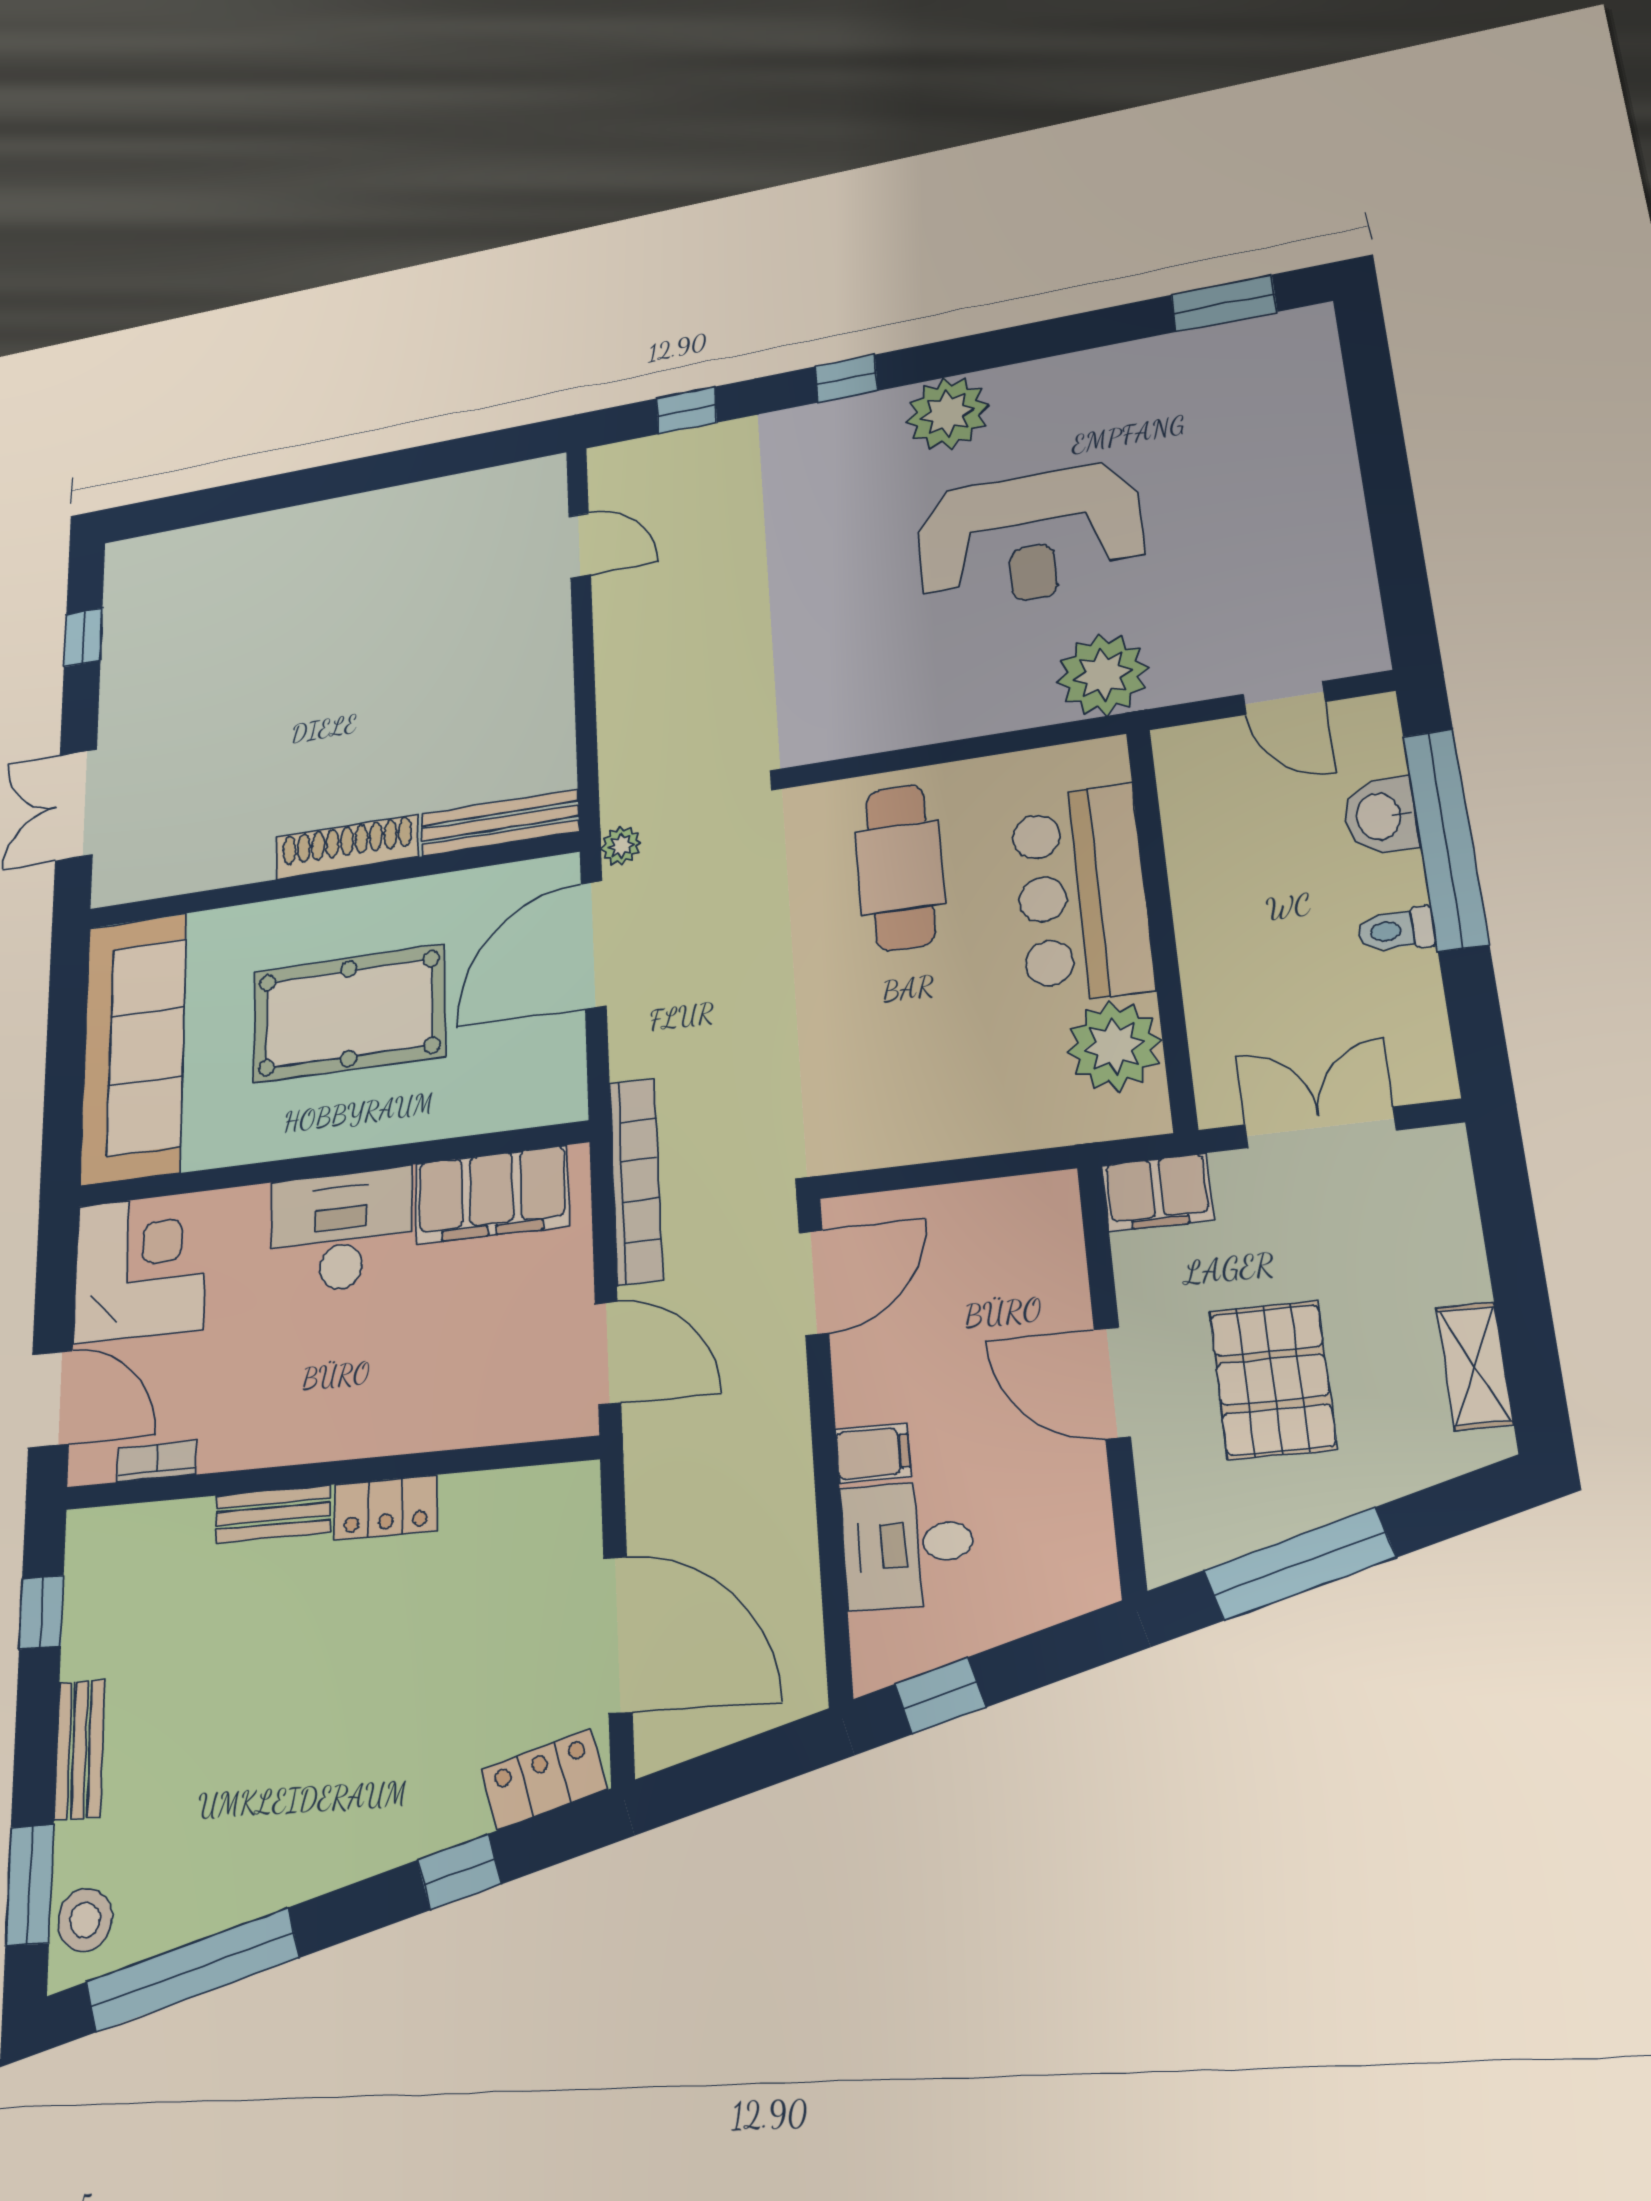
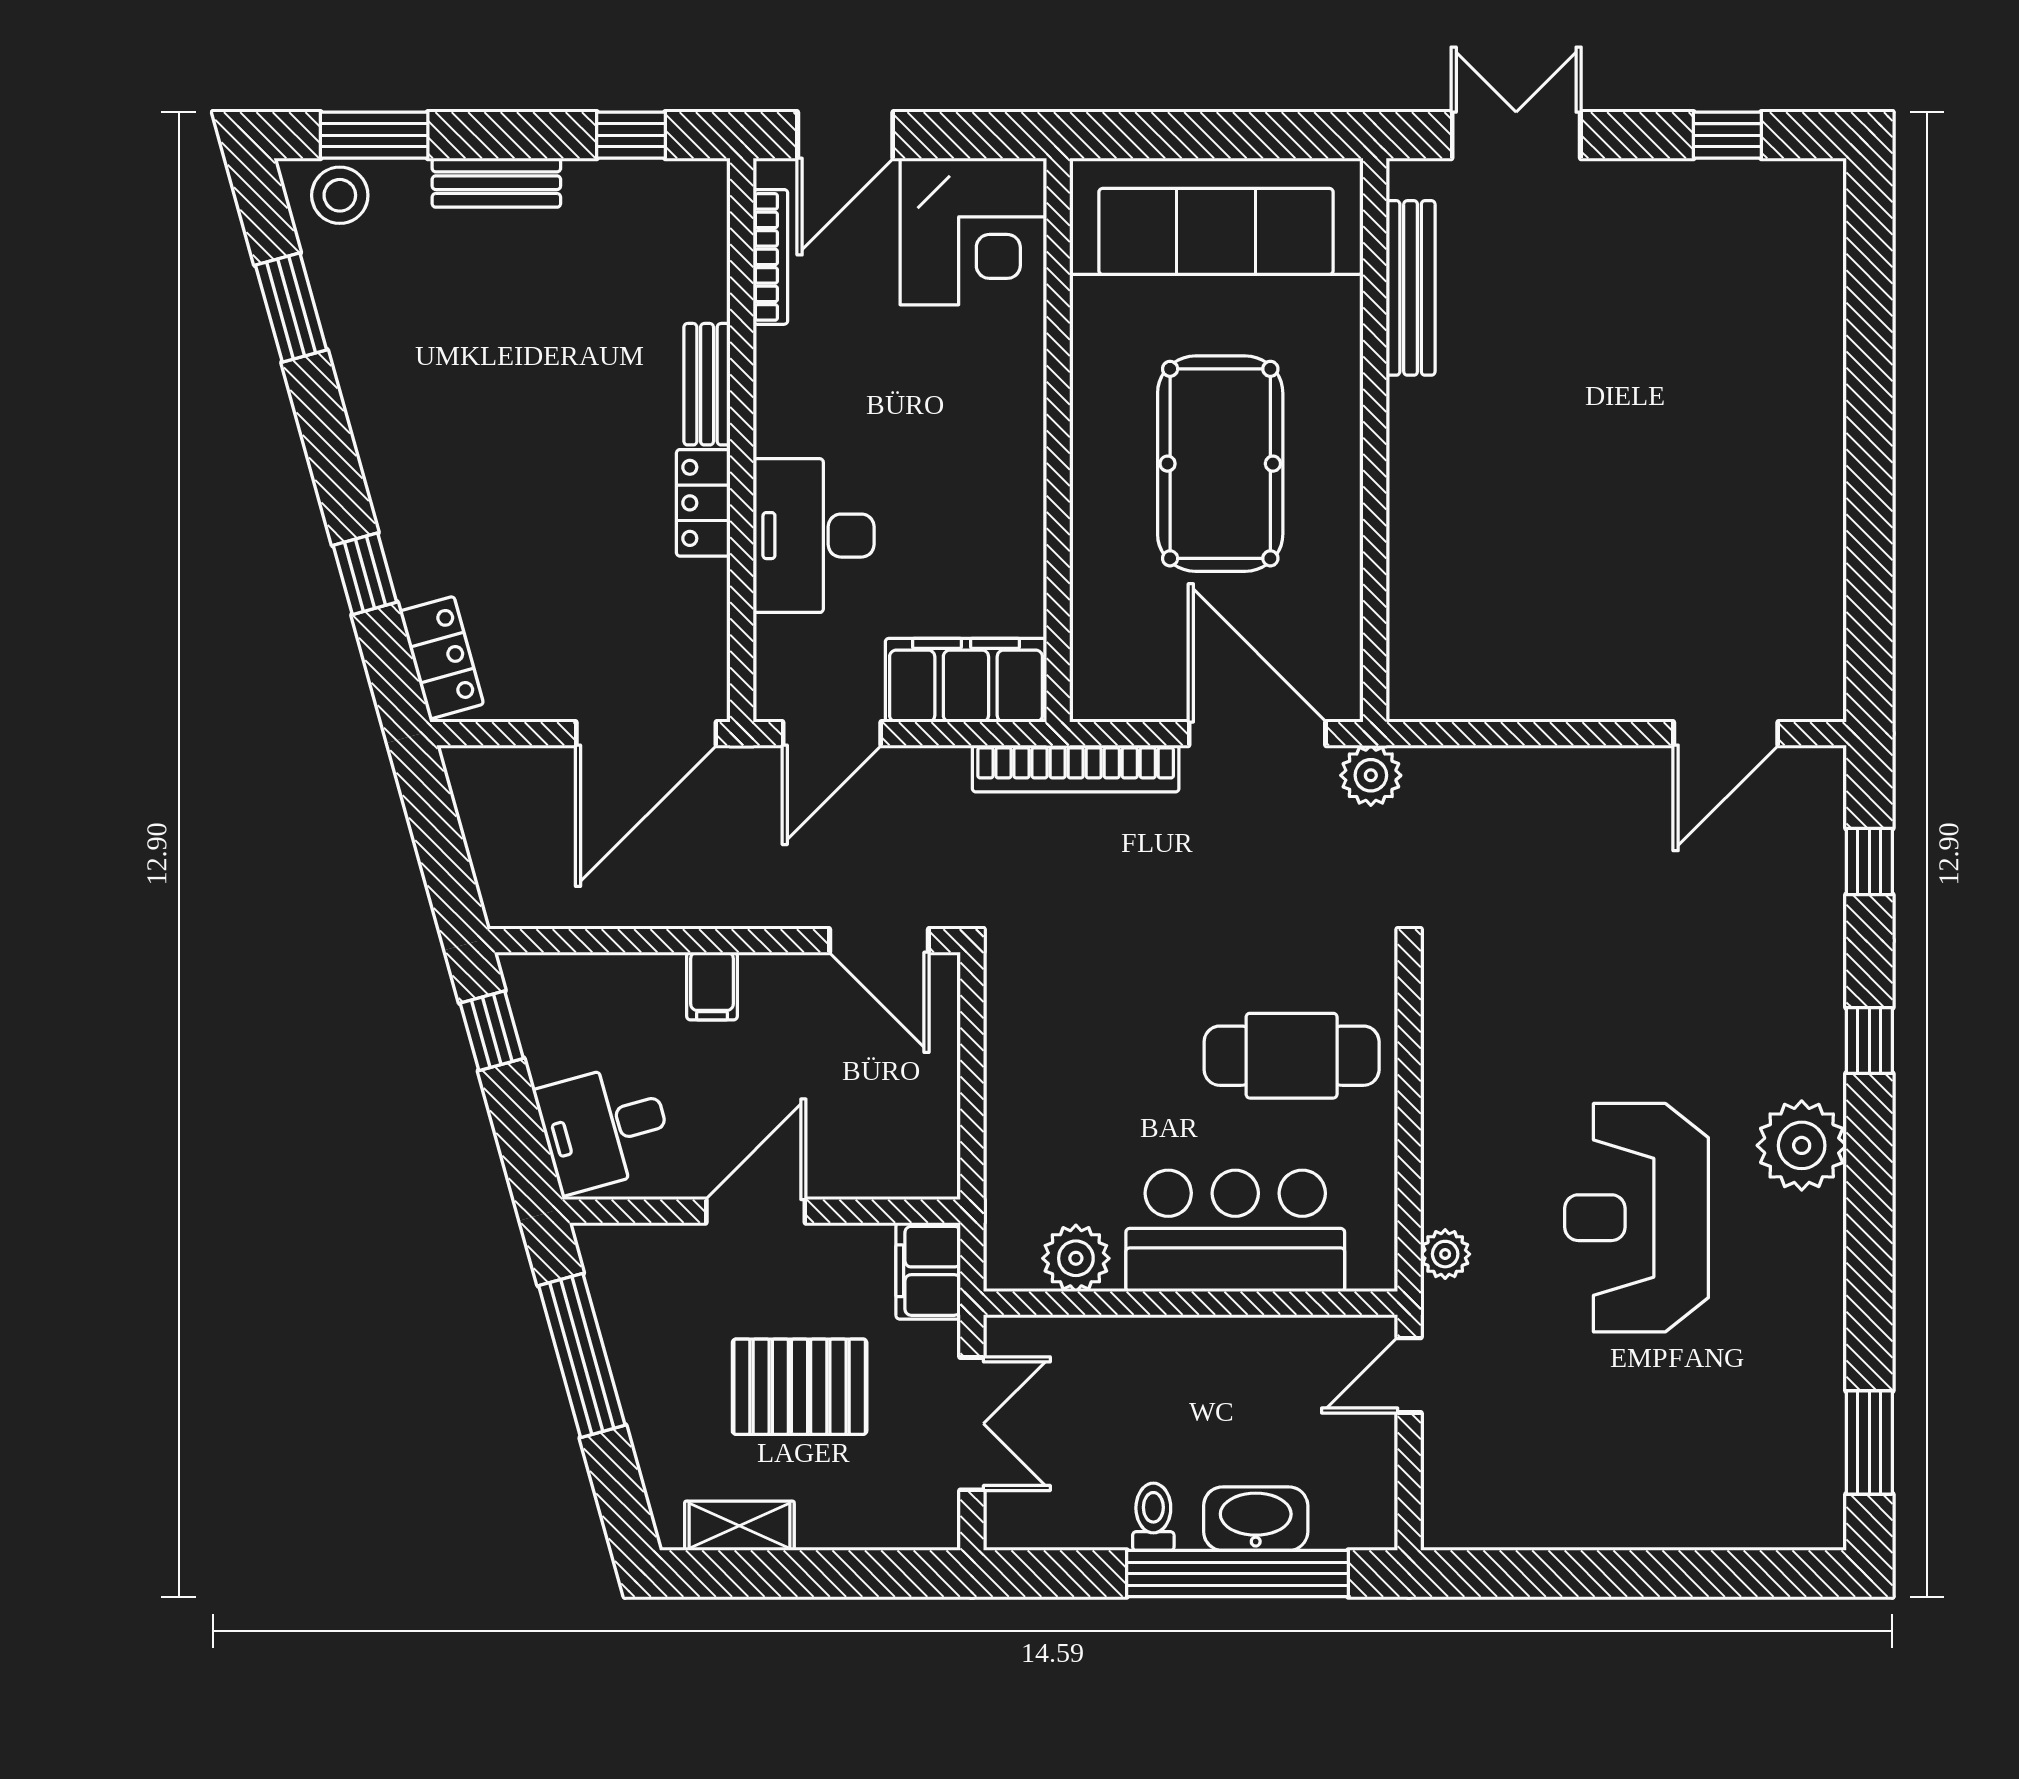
door: (580, 545) -> (1726, 734), width x1.38
plant: (1103, 675) -> (1445, 1254), width x0.53, depth x0.53
door: (1284, 698) -> (1409, 1375), moved
washbasin: (1381, 816) -> (1256, 1519), width x1.38
bench: (500, 823) -> (1411, 288), moved
plant: (621, 846) -> (1371, 775), width x1.38, depth x1.38
shoe rack: (347, 847) -> (1411, 461), removed
plant: (1114, 1046) -> (1076, 1258), width x0.73, depth x0.73
bookcase: (636, 1181) -> (1076, 768), moved
filing cabinet: (492, 1195) -> (966, 680), moved, turned 90
desk: (341, 1231) -> (814, 536), moved, turned 180
pallet: (1273, 1380) -> (800, 1387), moved
bookcase: (157, 1461) -> (770, 257), width x1.56
desk: (908, 1544) -> (605, 1127), moved, turned -106
door: (618, 1635) -> (646, 734), moved
window: (192, 1970) -> (291, 307), width x0.47

